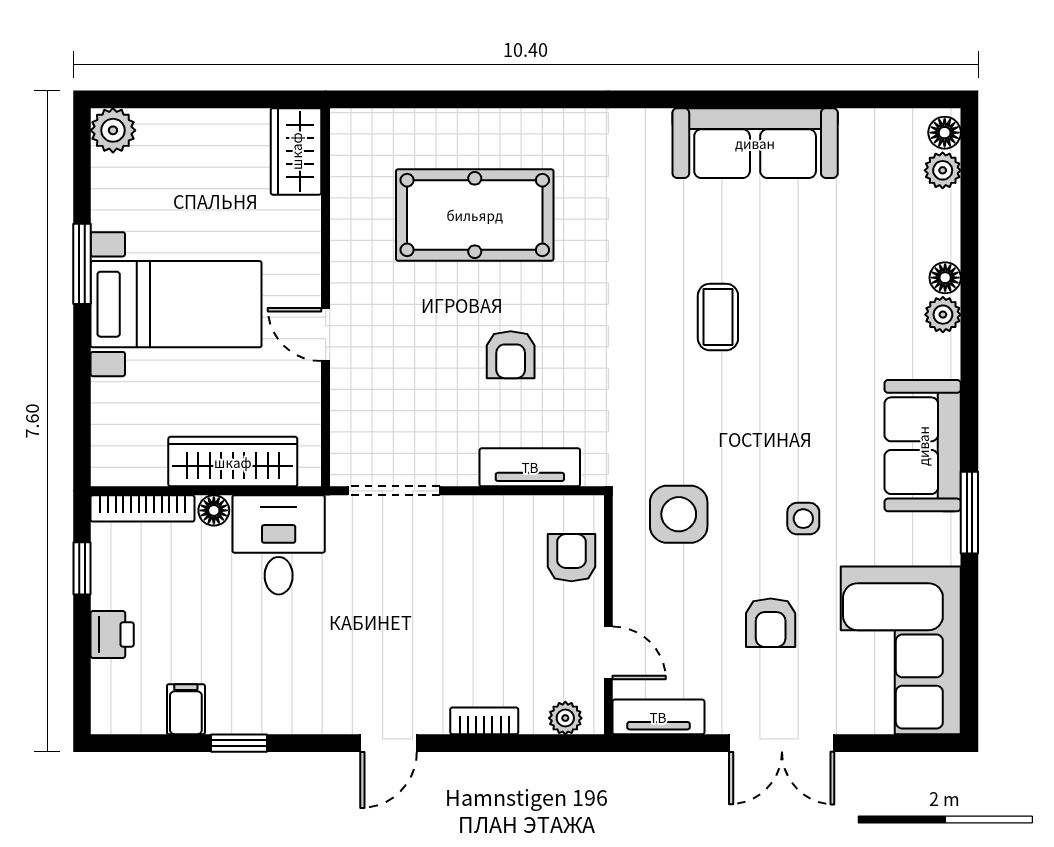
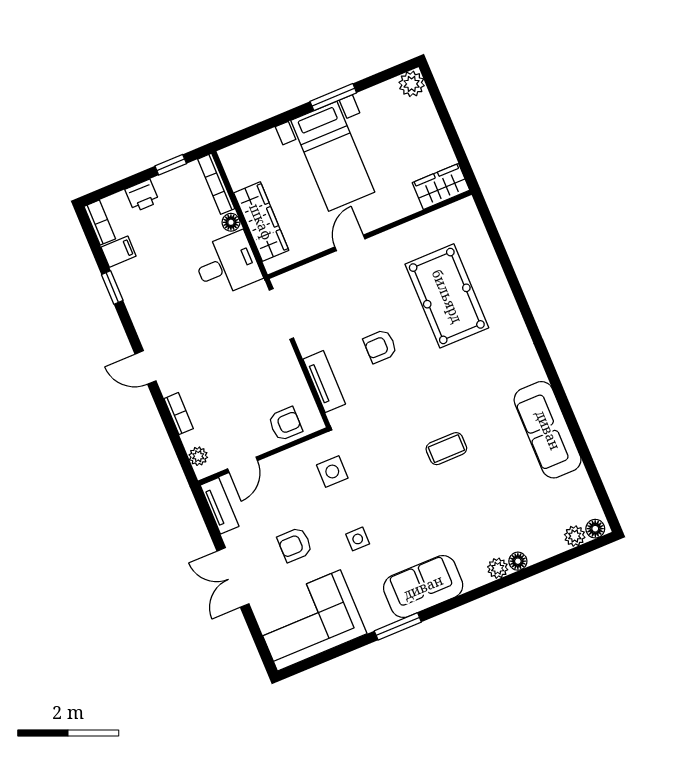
side table: (679, 514) -> (332, 471), width x0.73, depth x0.73
bookcase: (127, 720) -> (100, 223), added

